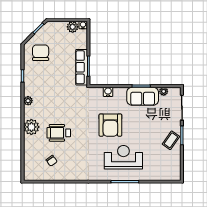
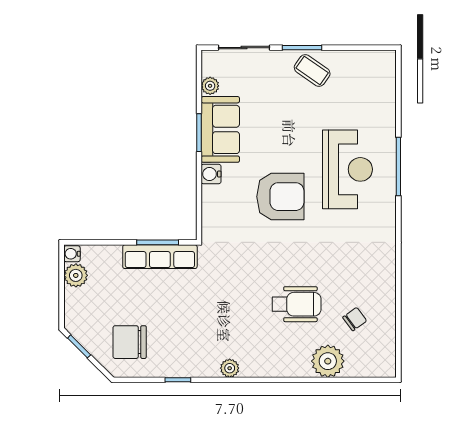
water cooler: (108, 92) -> (211, 174), moved
plant: (31, 127) -> (328, 361), moved
wheelchair: (59, 133) -> (297, 304), turned -90
reception desk: (123, 157) -> (347, 169), turned 180

